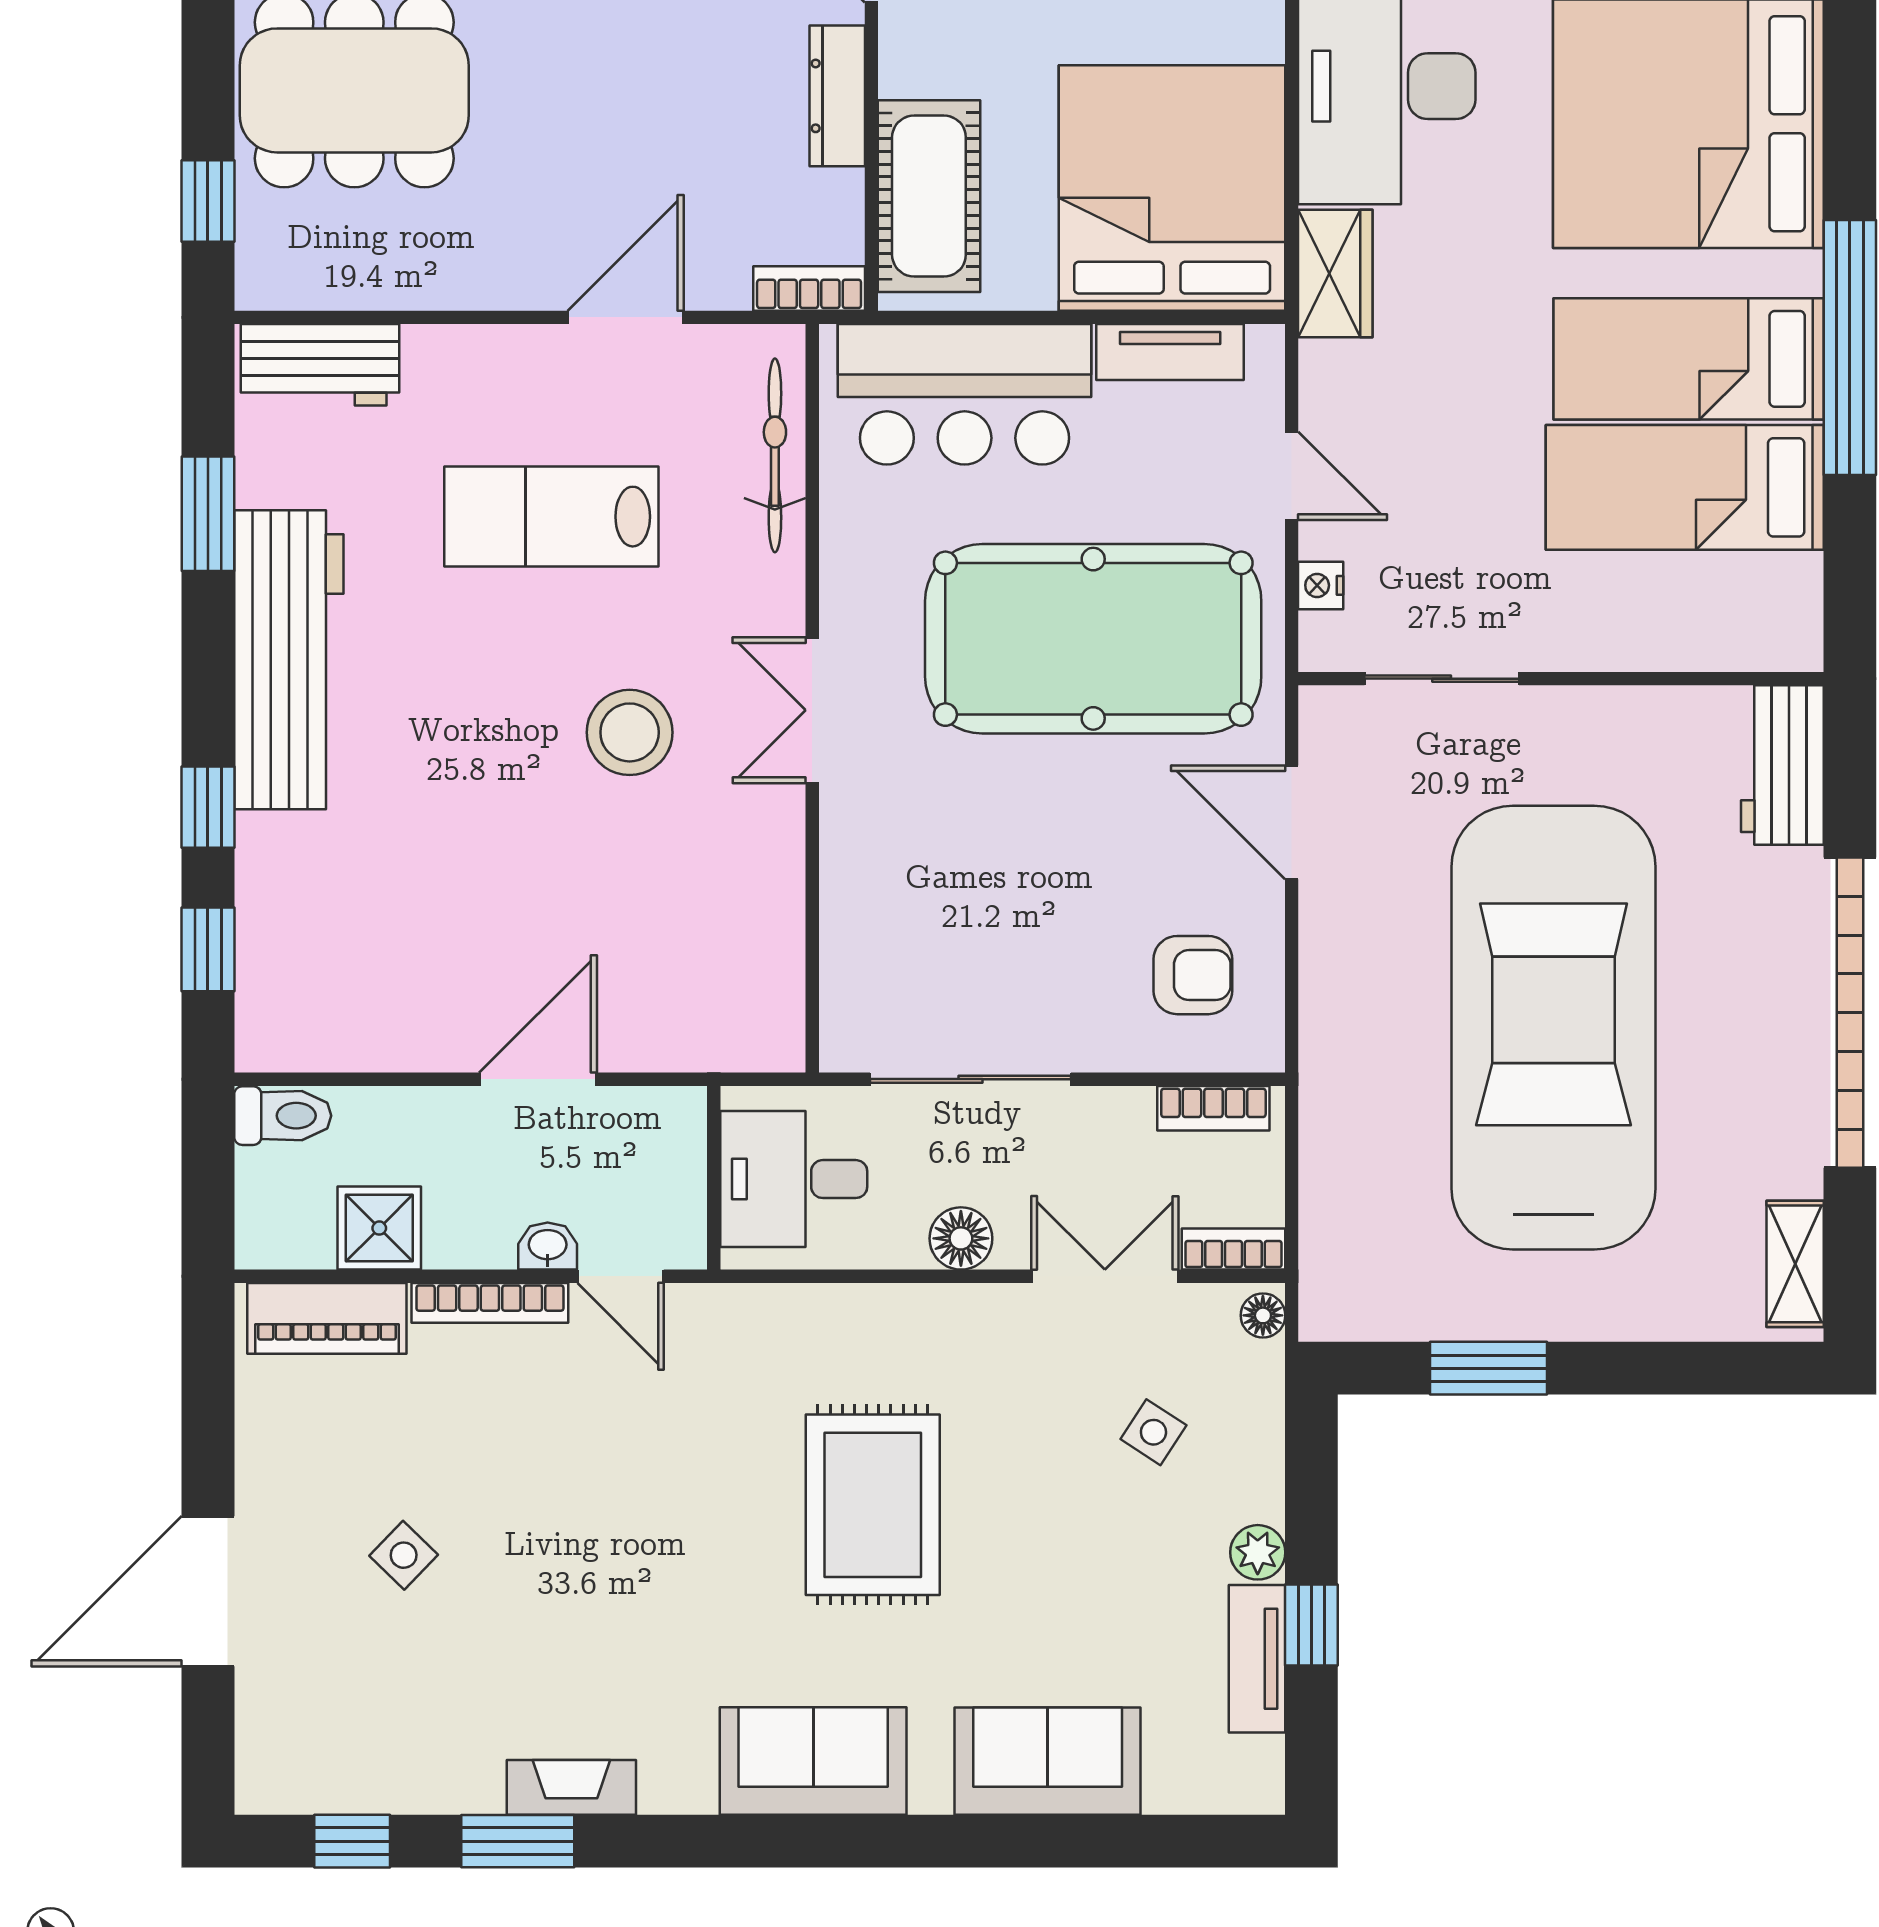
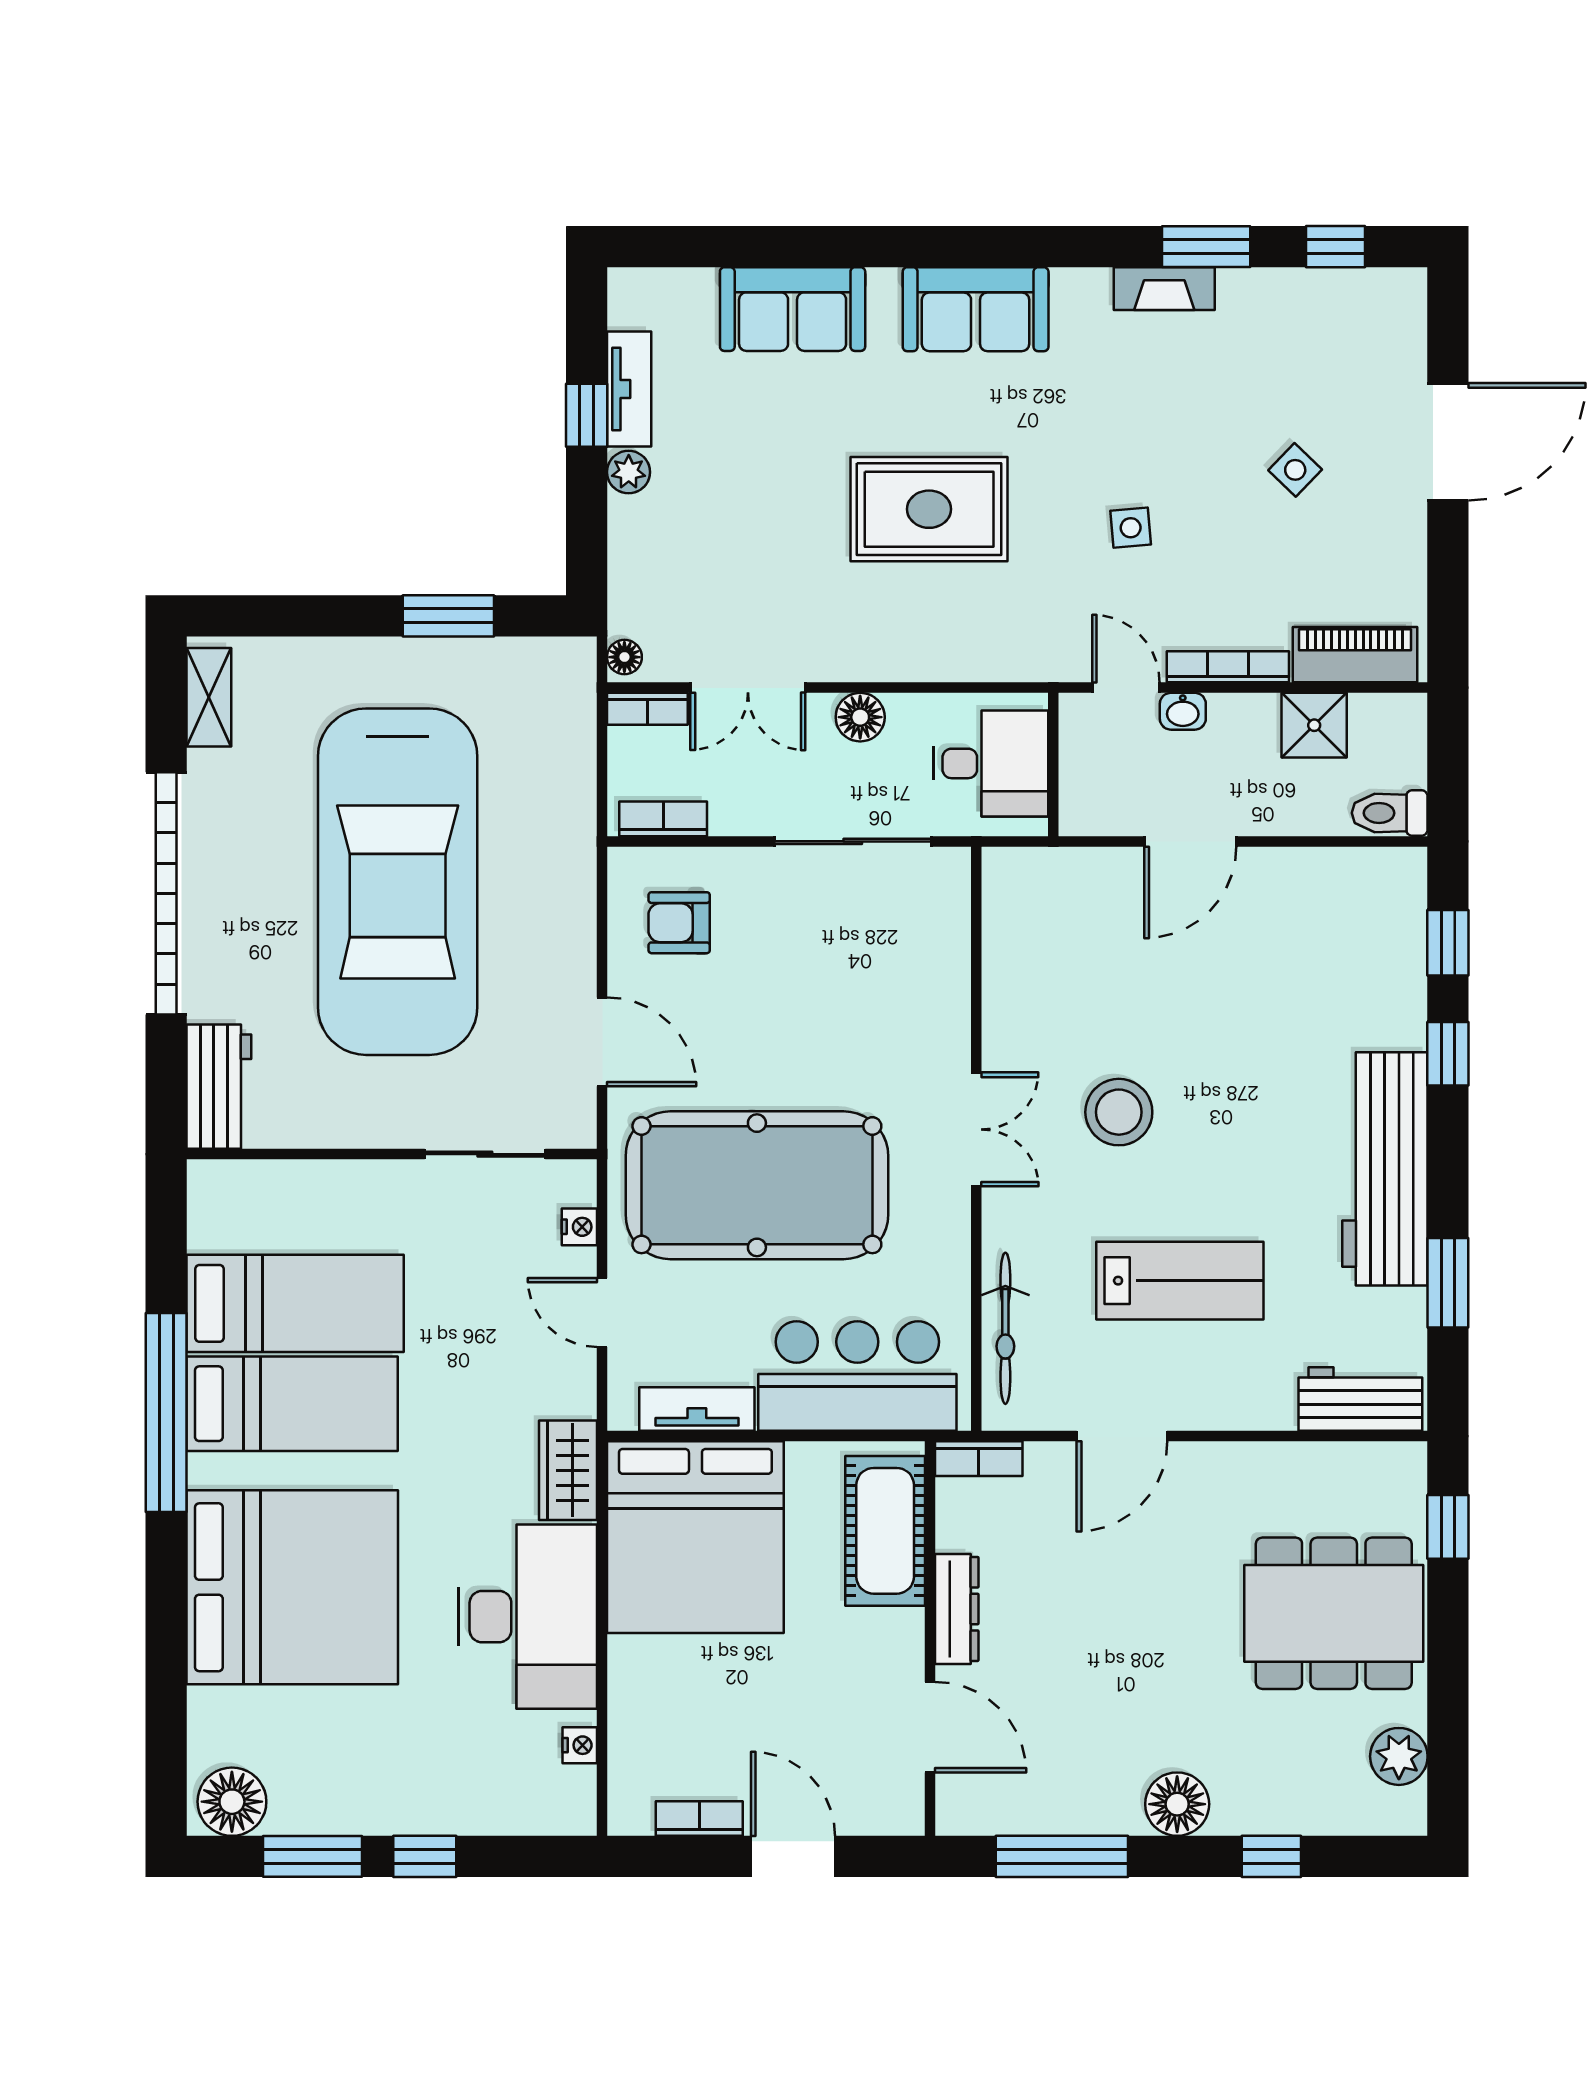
side table: (1153, 1432) -> (1131, 528), moved, turned -38
rug: (873, 1505) -> (929, 509), turned 90

